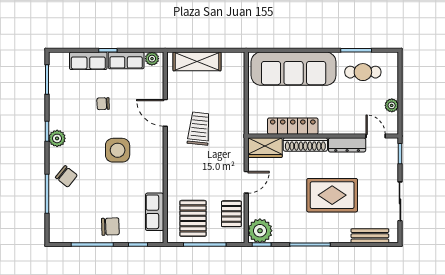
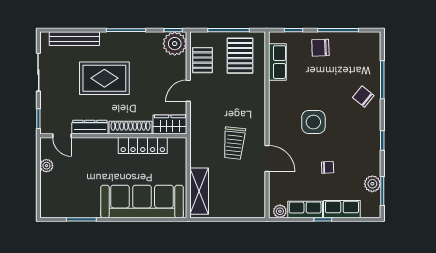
shelving: (197, 61) -> (199, 191), moved, turned 90
cafe table: (363, 72) -> (74, 198), removed
plant: (57, 138) -> (372, 184), moved
bench: (370, 236) -> (74, 39), width x1.36

